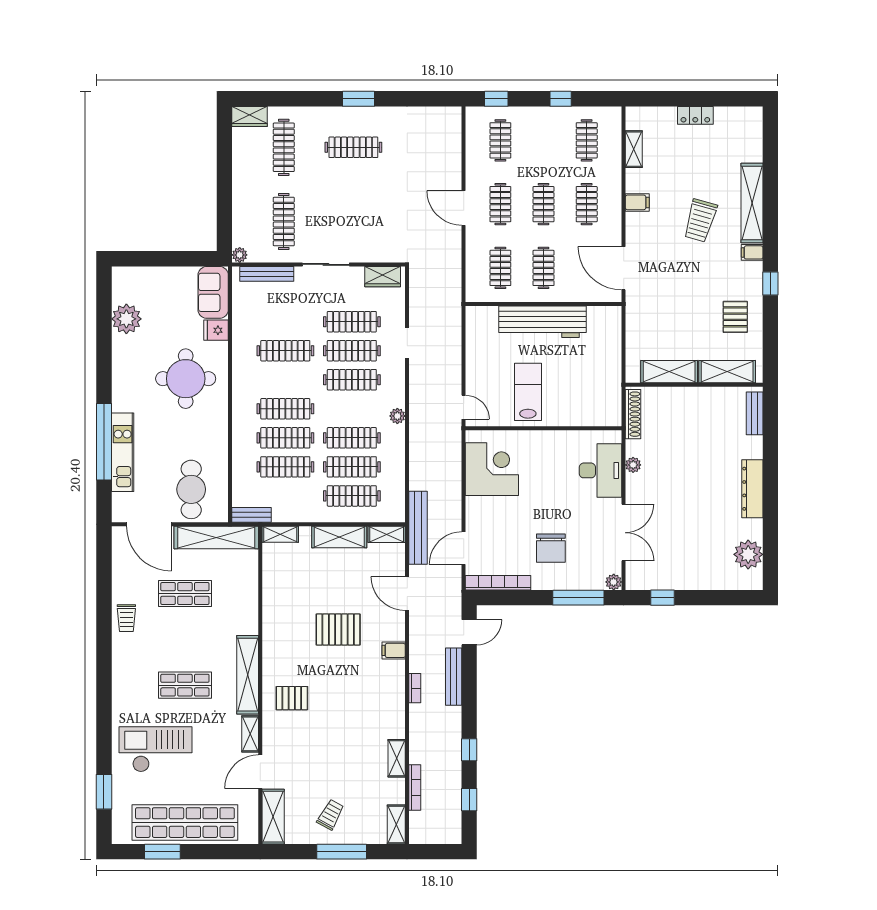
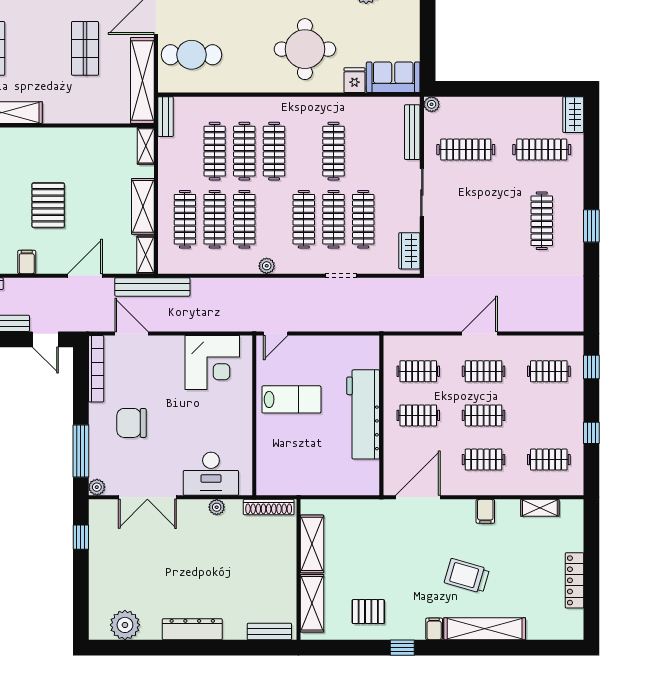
locker: (695, 115) -> (575, 580), width x1.53

